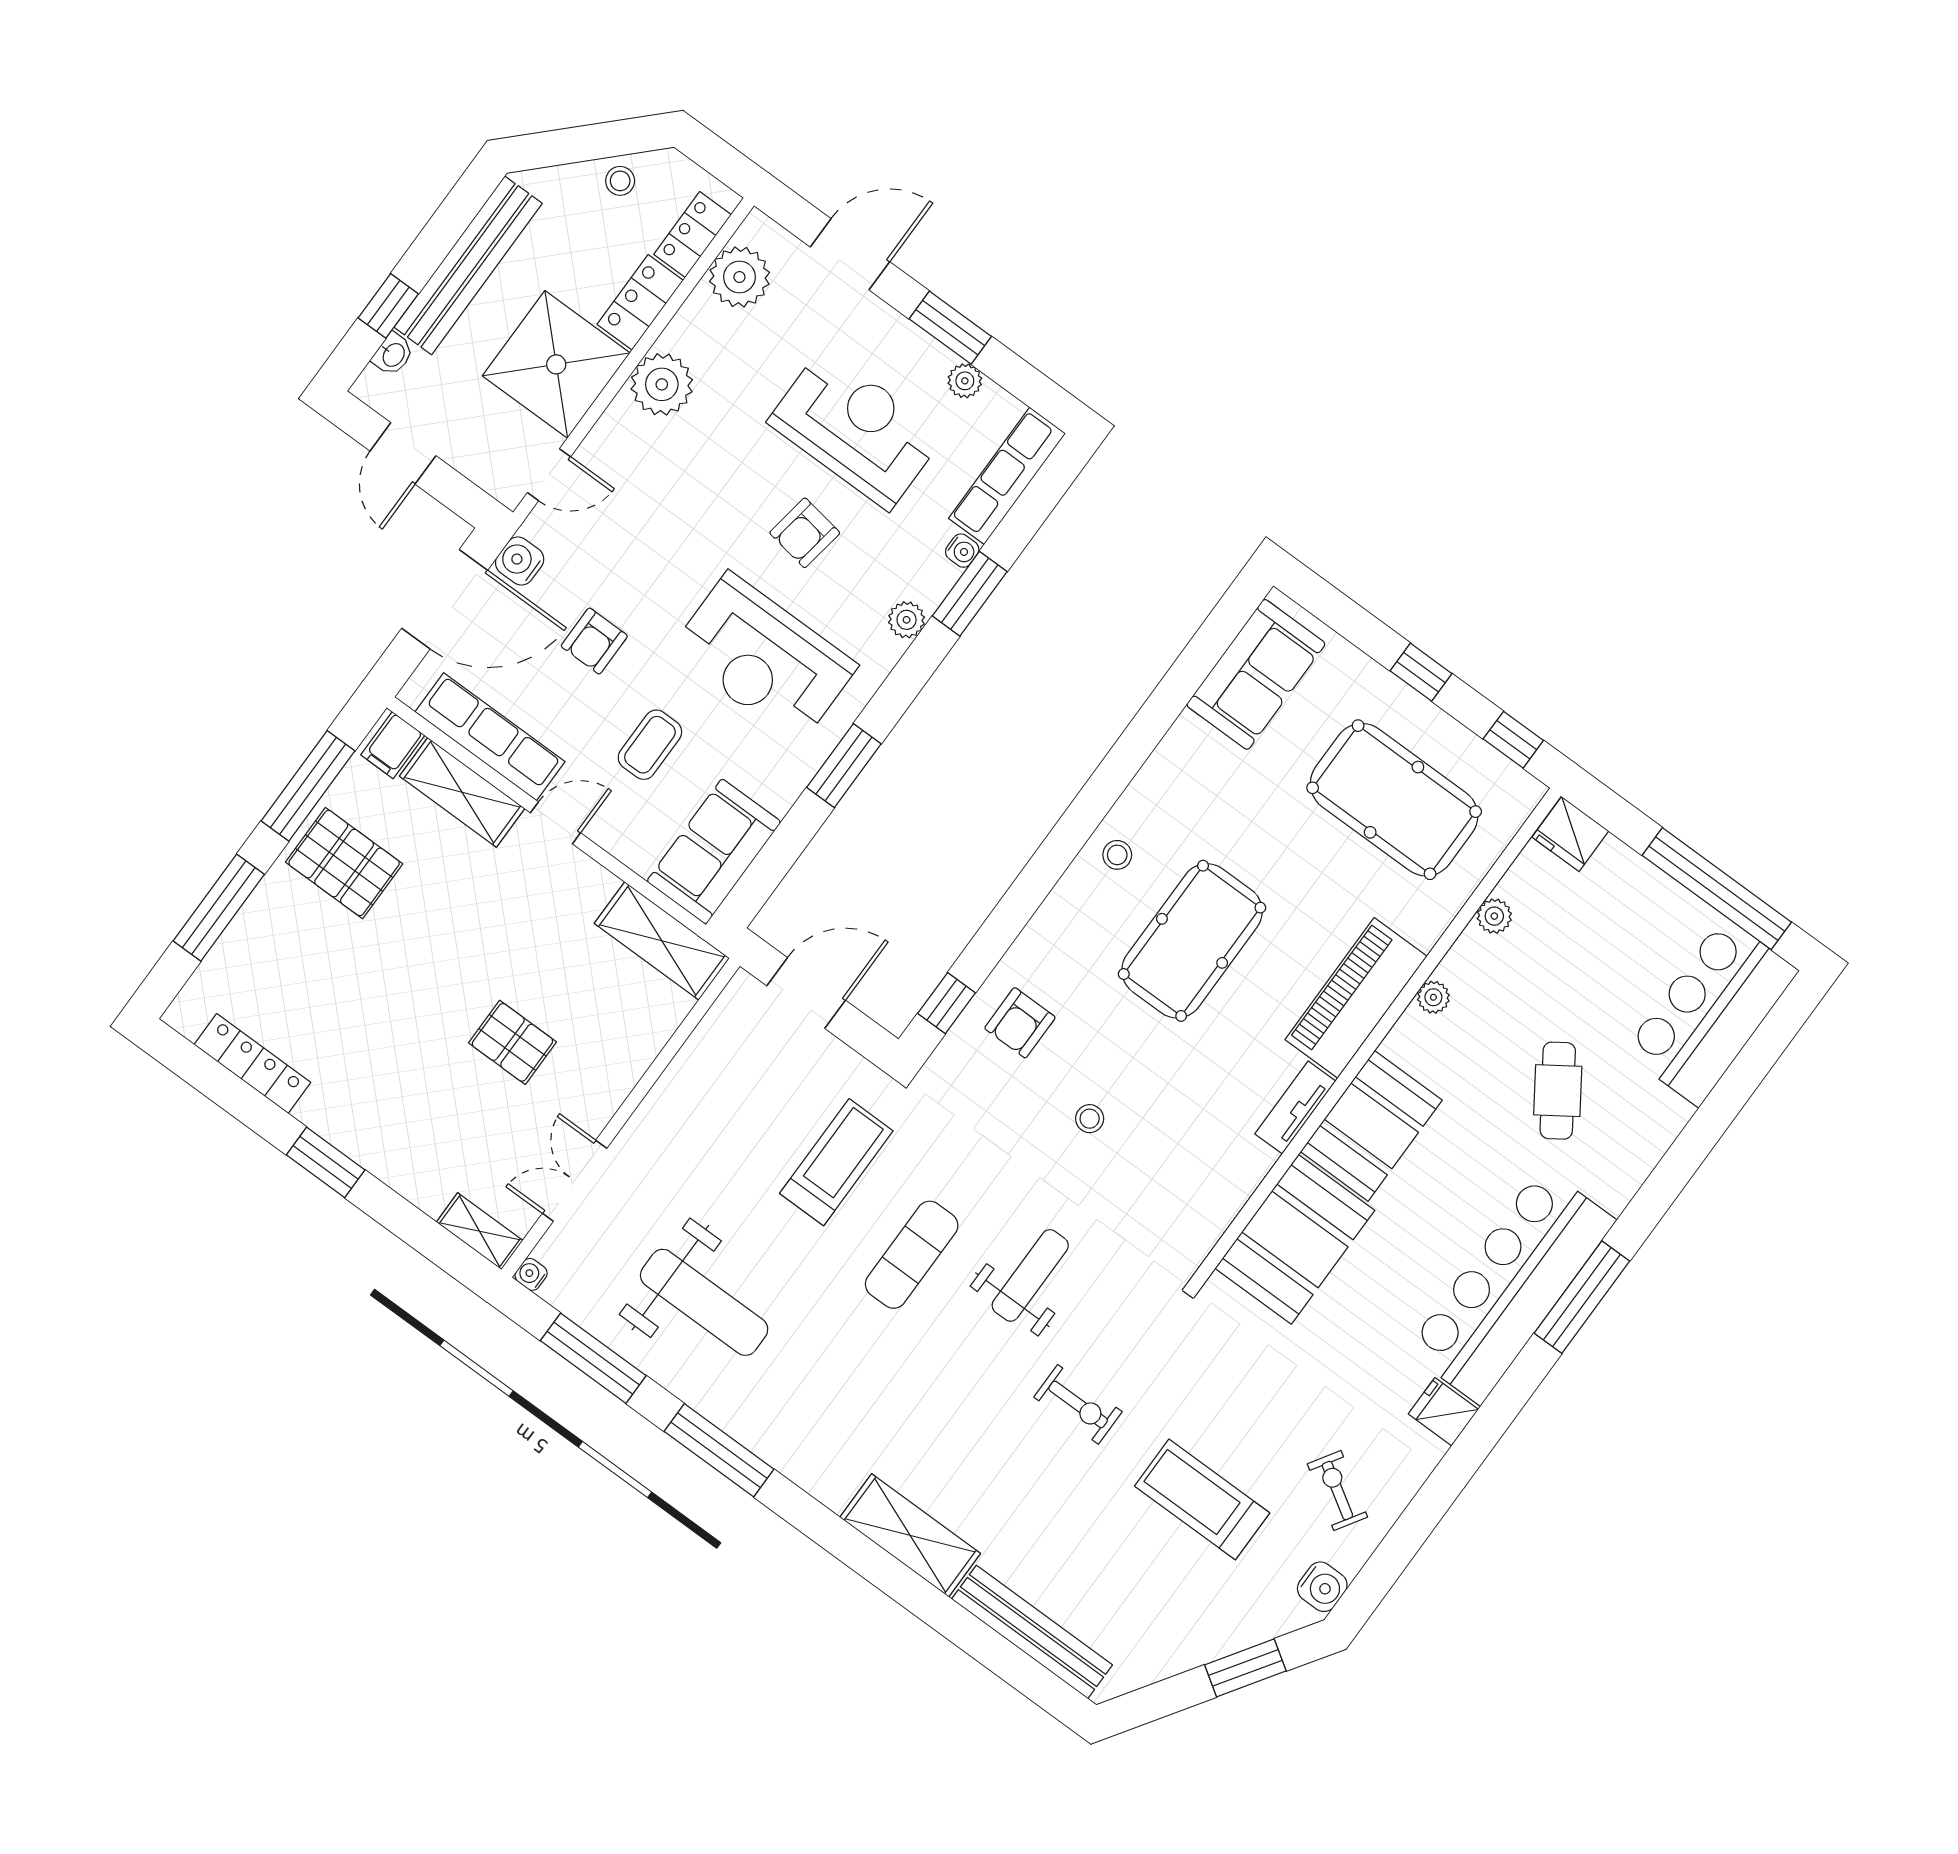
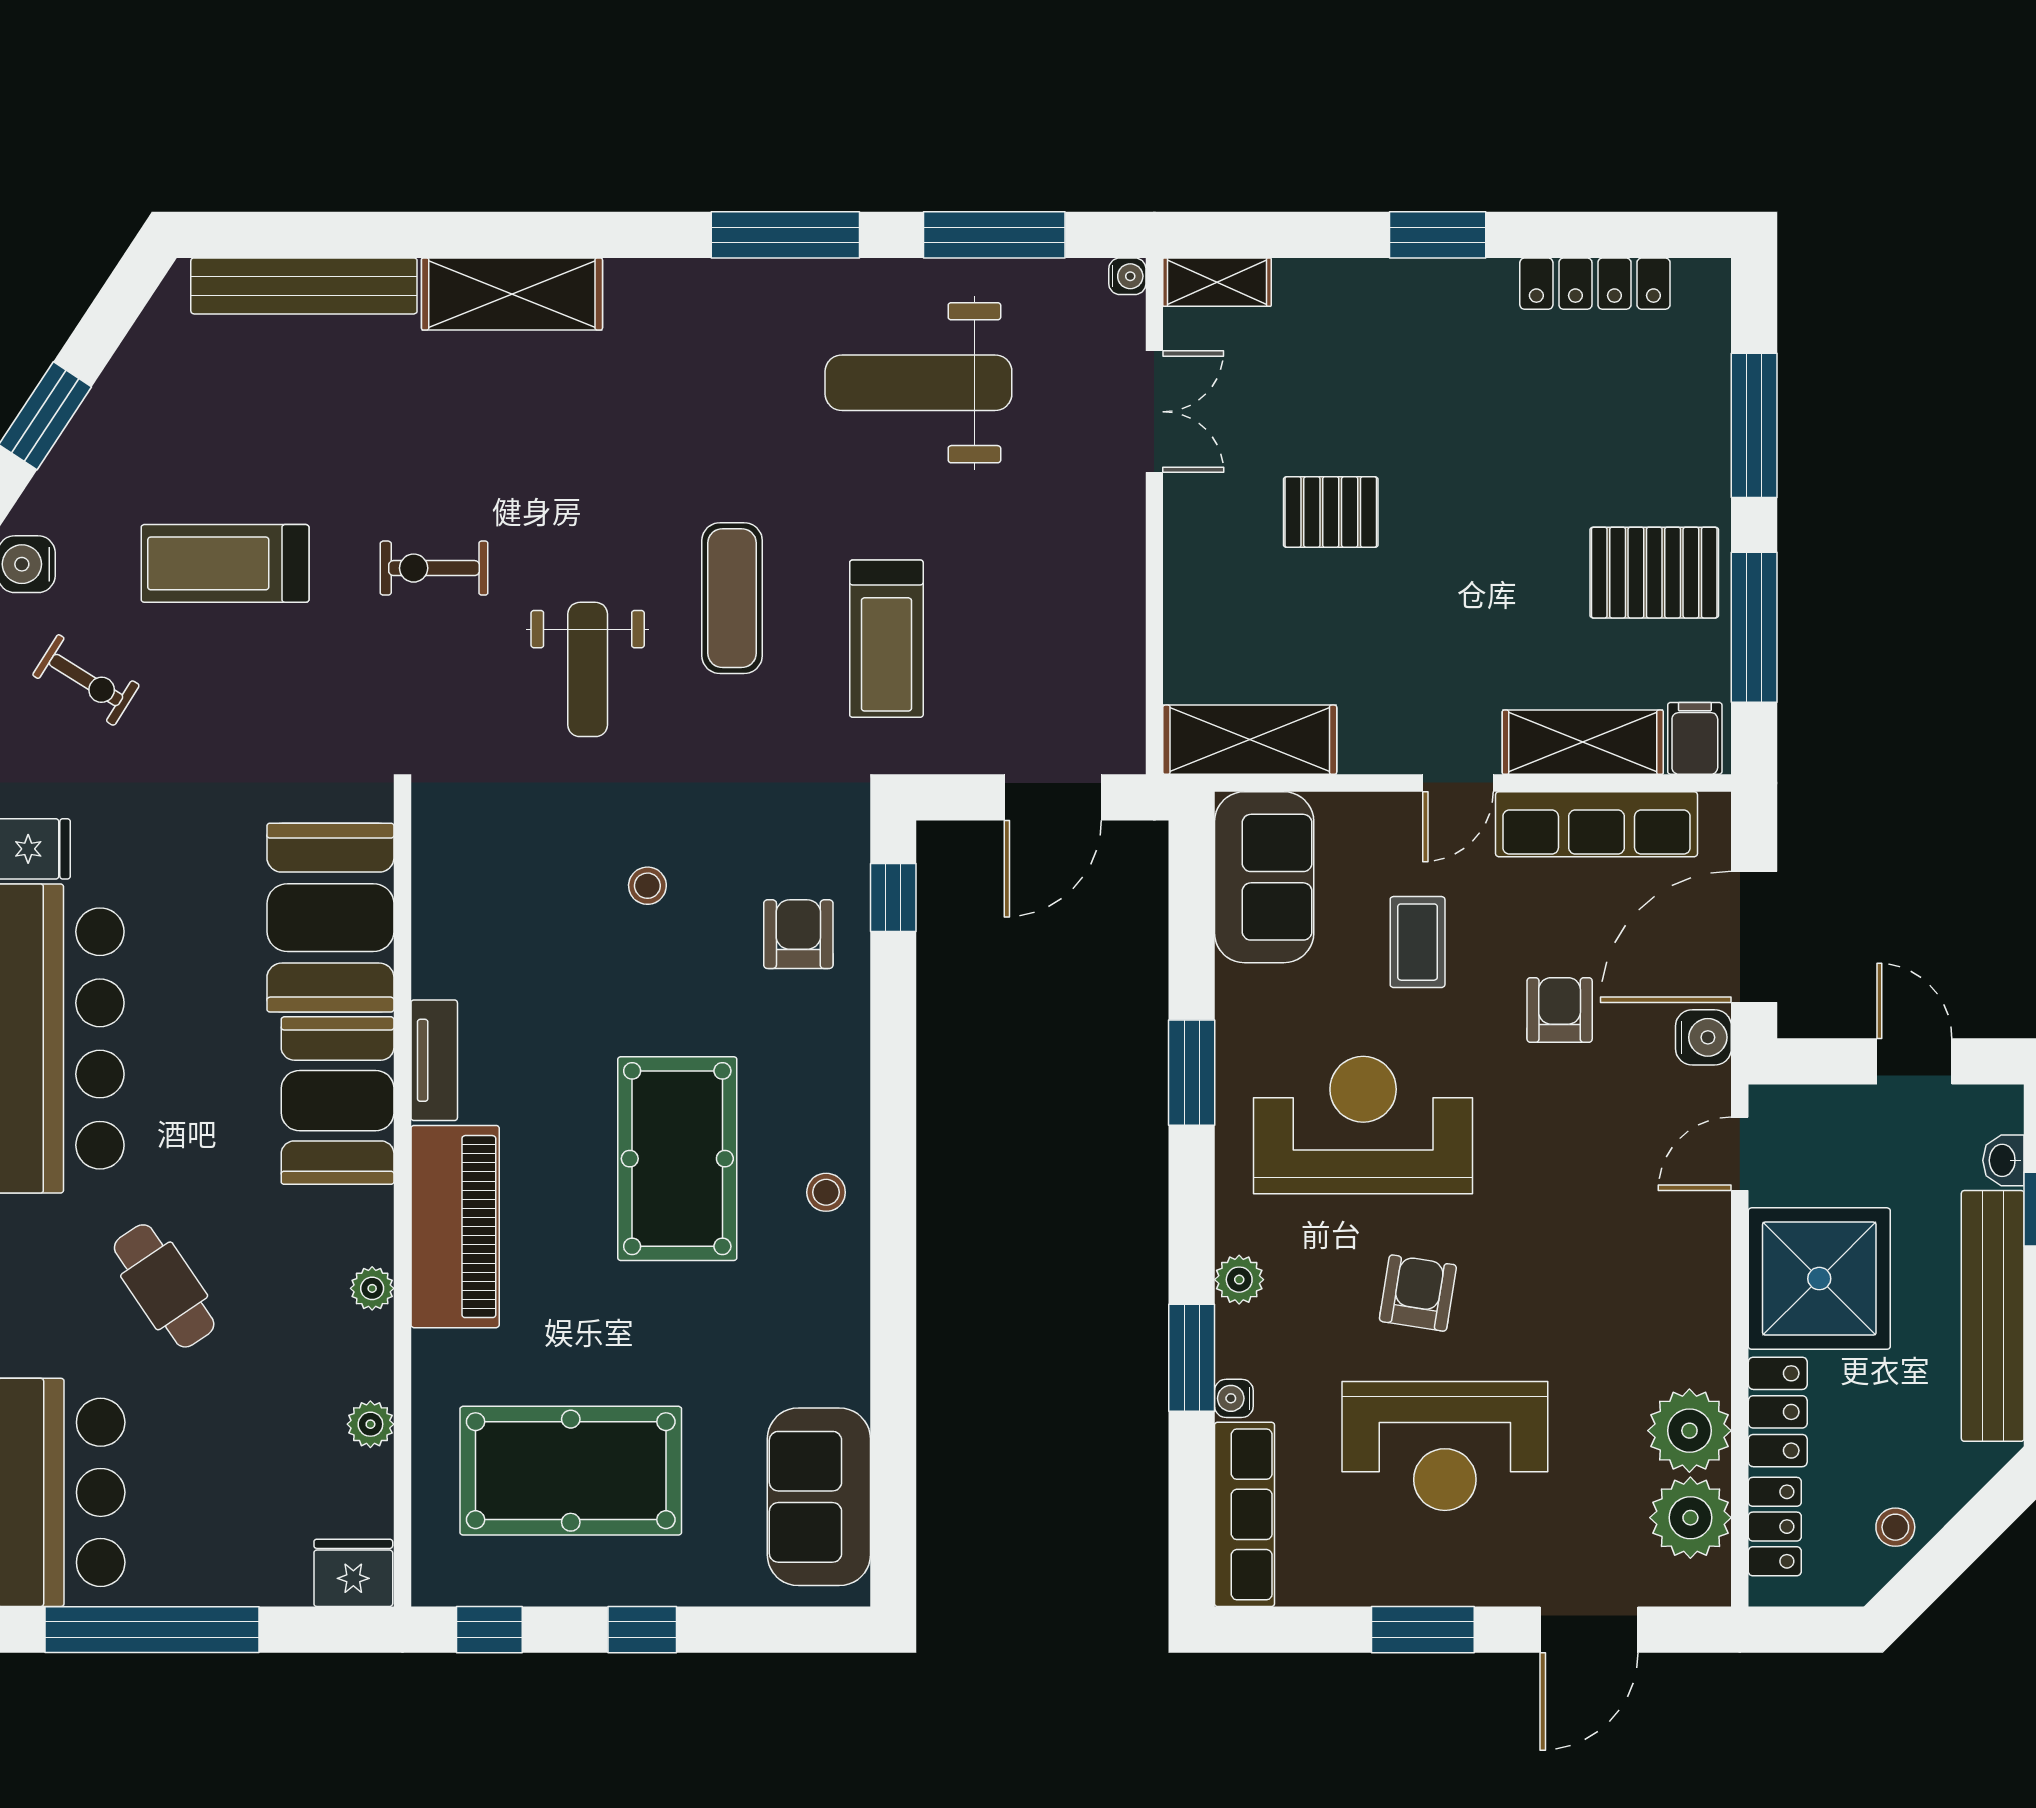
plant: (965, 381) -> (1365, 1584), removed
plant: (662, 384) -> (1689, 1431), moved
treadmill: (1202, 1499) -> (225, 563), turned 180

